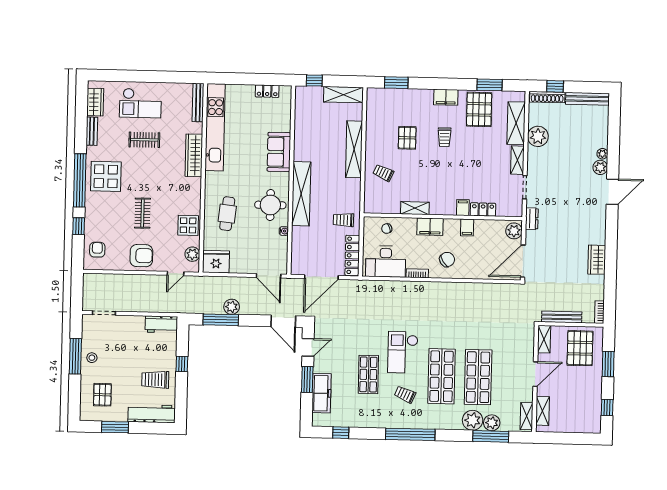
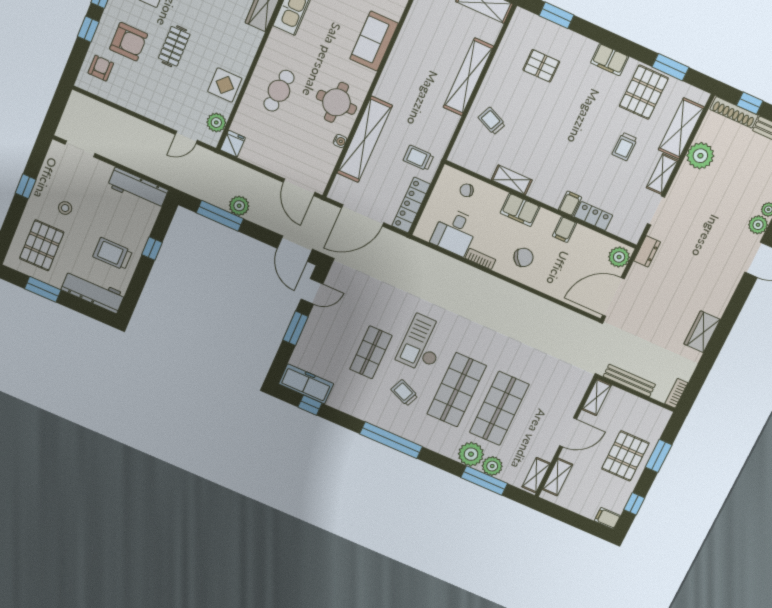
trolley: (445, 137) -> (625, 147), moved
pallet: (407, 138) -> (541, 66), moved, turned 90
shelving: (301, 194) -> (365, 139), moved
armchair: (141, 256) -> (129, 42), moved
desk: (386, 261) -> (455, 232), width x0.73
fridge: (216, 262) -> (233, 144), width x0.53, depth x0.75
workbench: (161, 324) -> (138, 188), width x1.38
pallet: (580, 348) -> (625, 456), moved
window: (75, 356) -> (26, 186), width x0.46
stool: (92, 358) -> (65, 208), moved
freezer: (322, 393) -> (306, 384), moved, turned -90
pallet: (102, 395) -> (42, 245), width x1.50, depth x1.42
filing cabinet: (593, 427) -> (607, 518), added

